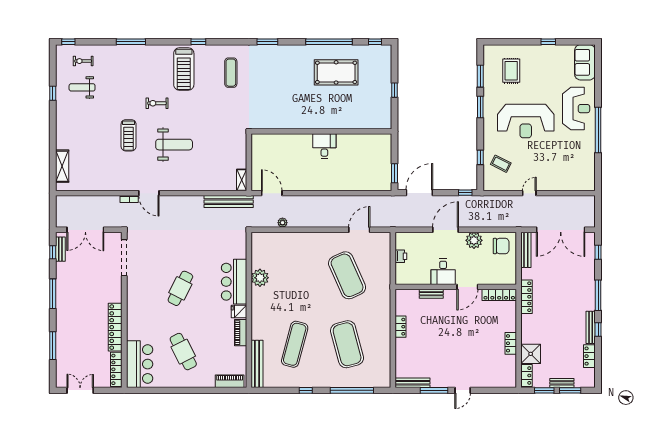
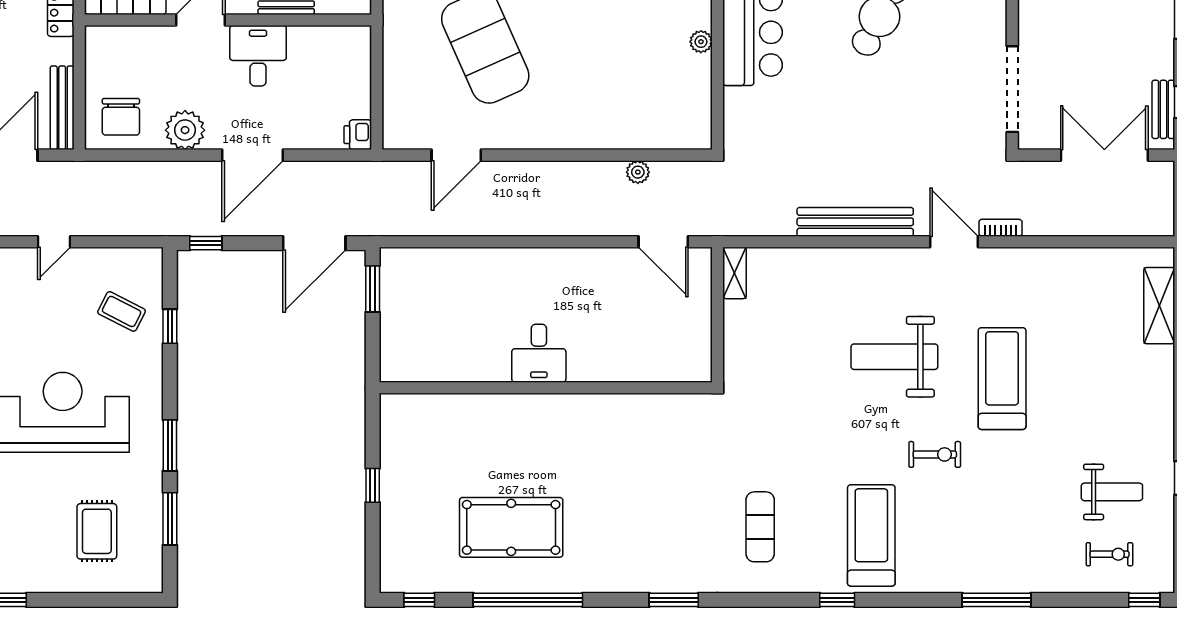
treadmill: (129, 135) -> (1002, 379), width x1.37, depth x1.38
bench: (229, 202) -> (855, 222), moved
chair: (501, 246) -> (121, 117), turned -90
printer: (401, 256) -> (358, 135), moved
plant: (260, 278) -> (701, 42), width x0.53, depth x0.53

